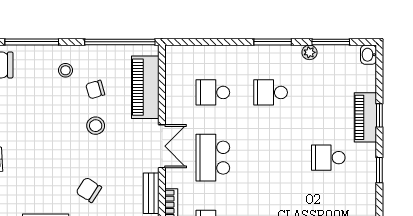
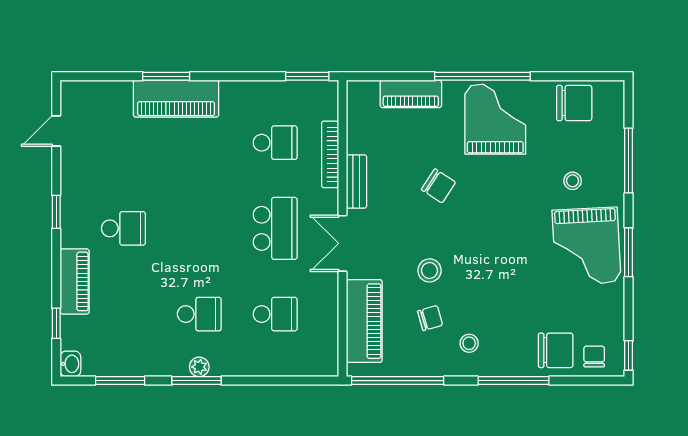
plant: (309, 52) -> (199, 367), moved
window: (379, 115) -> (56, 323), moved

